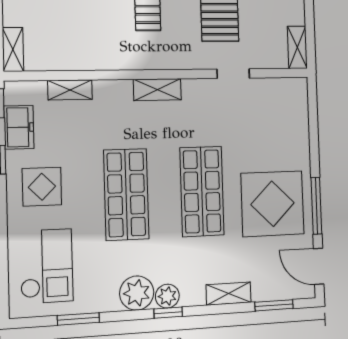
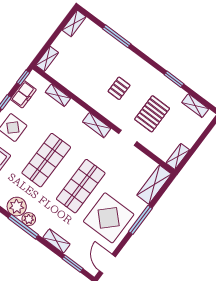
doorway: (233, 74) -> (128, 138), moved
shelving: (296, 110) -> (154, 185), added
window: (316, 206) -> (140, 220), moved
window: (168, 313) -> (23, 227), width x2.17

